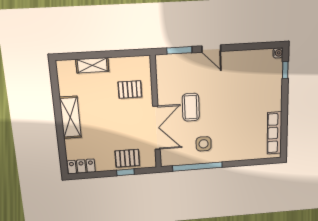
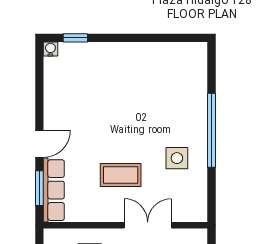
double door: (156, 128) -> (148, 225), width x0.73
row of seats: (274, 133) -> (54, 190), moved, turned -90
window: (197, 167) -> (212, 130), moved

